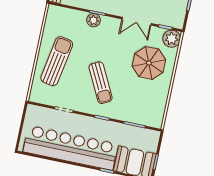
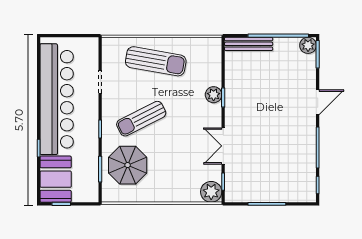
parasol: (149, 63) -> (128, 165), moved

